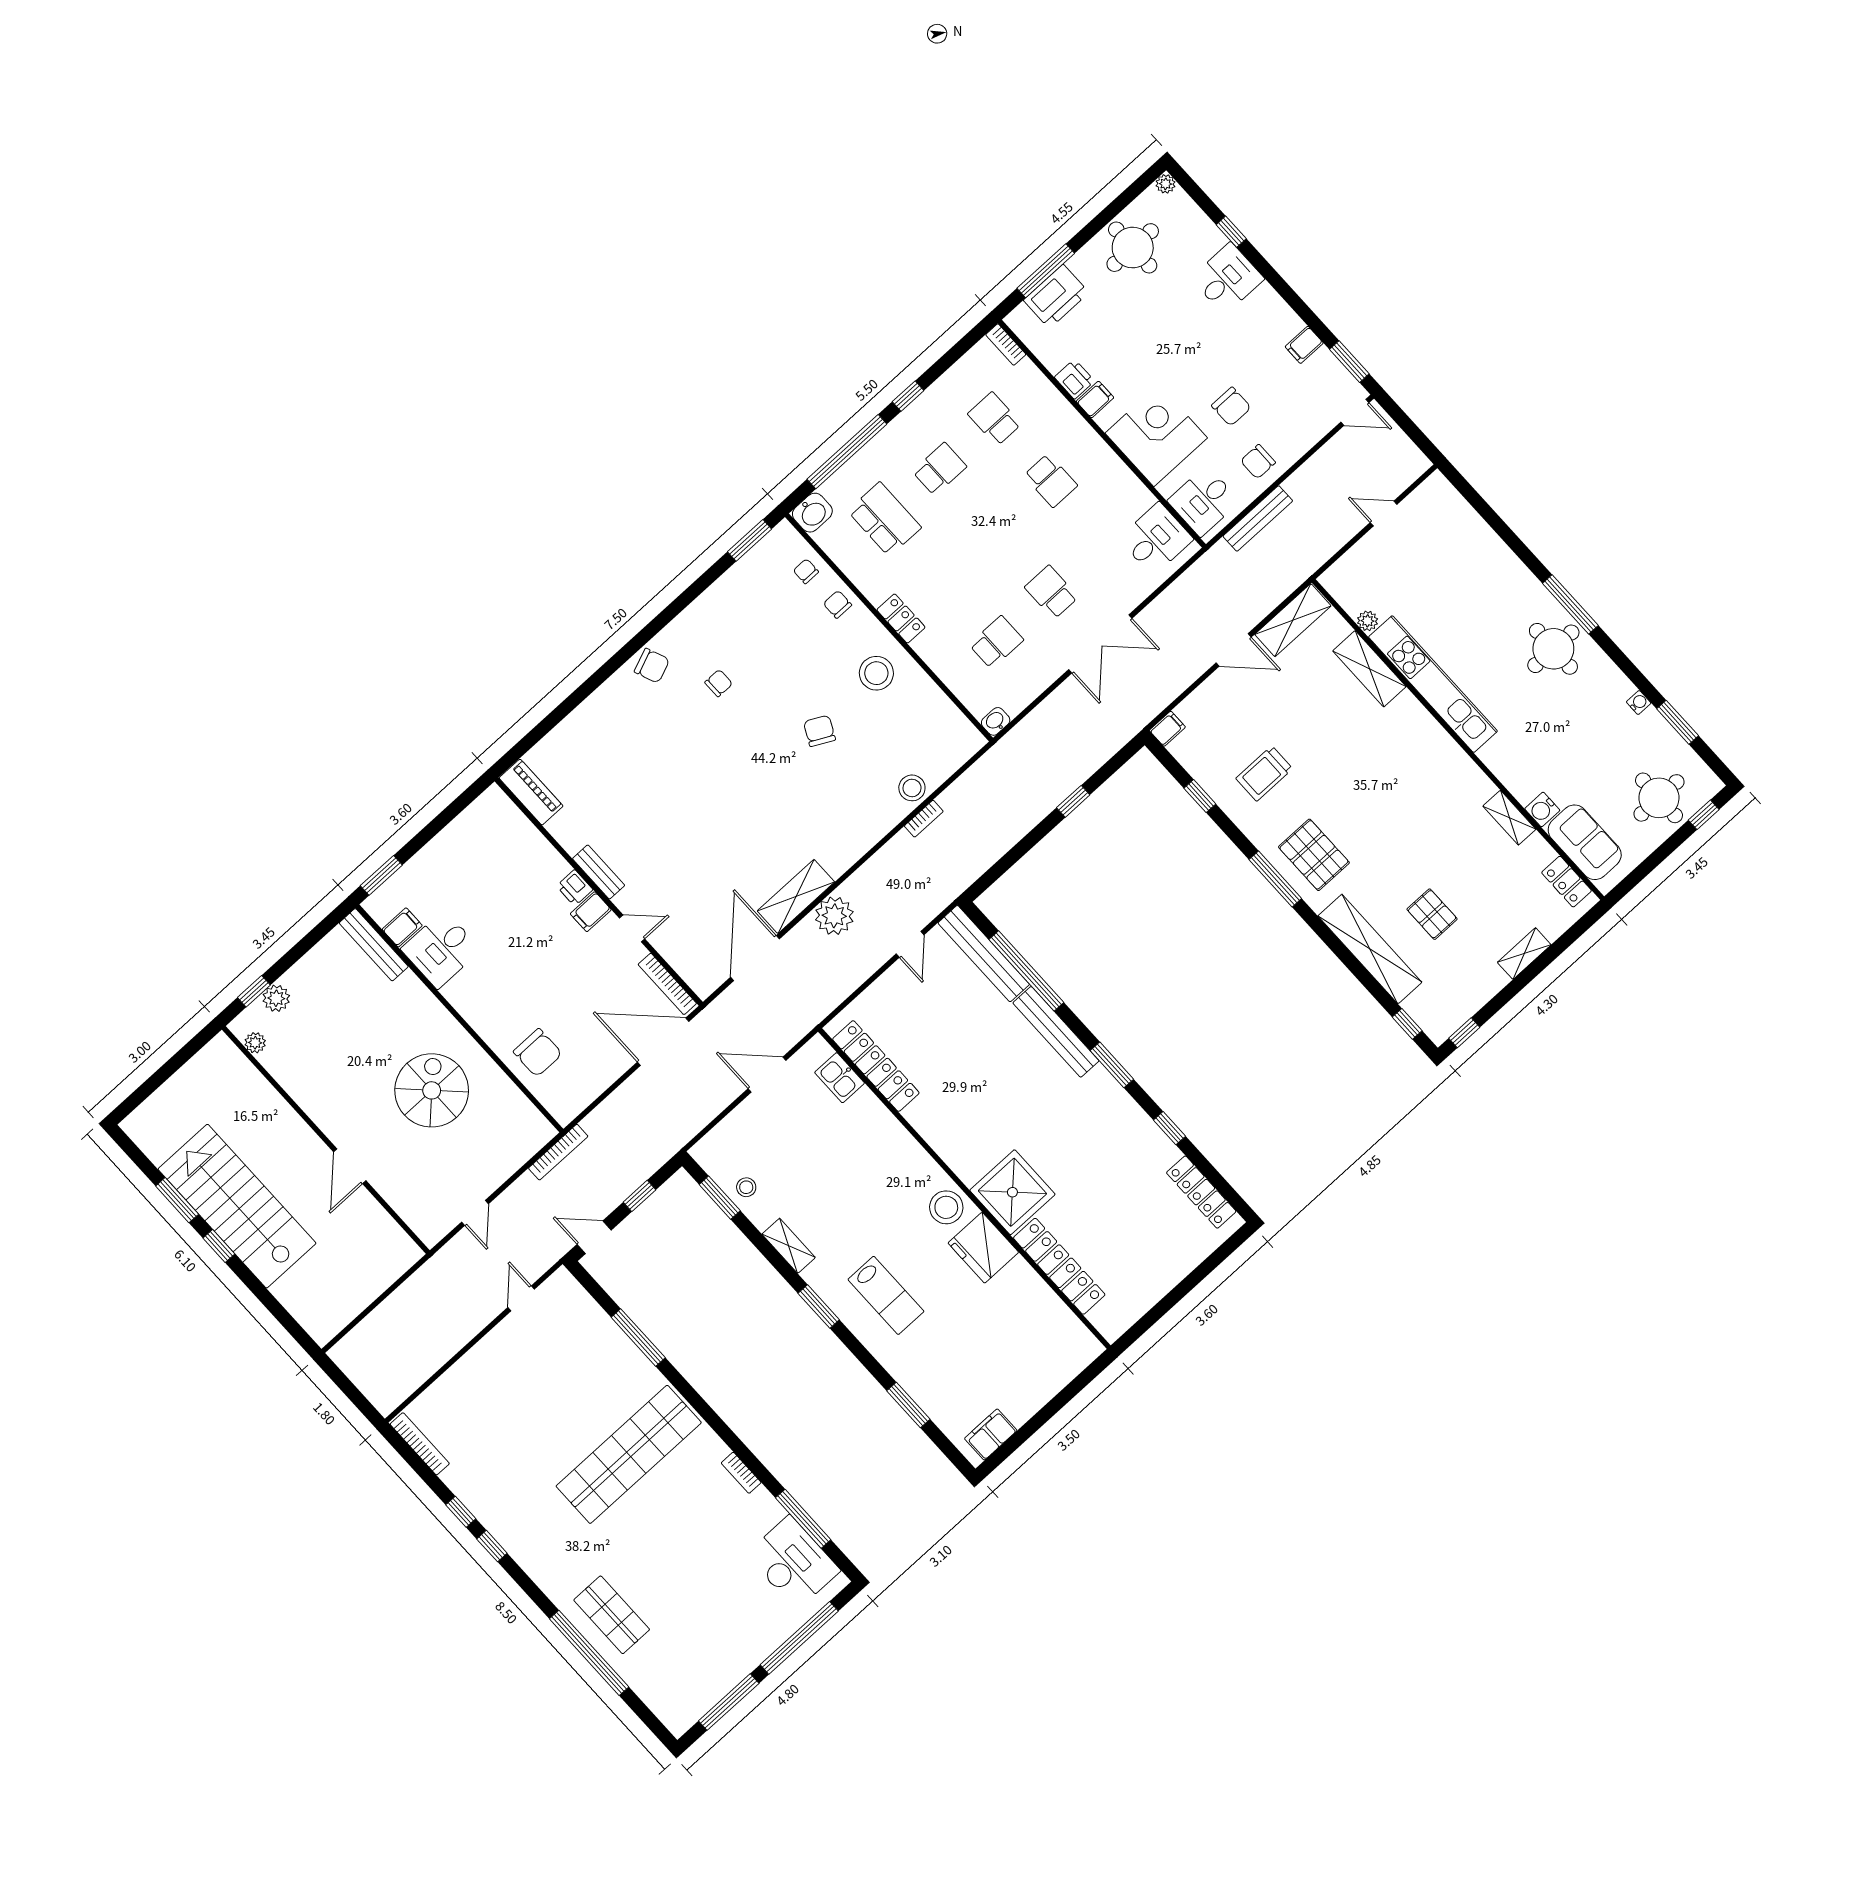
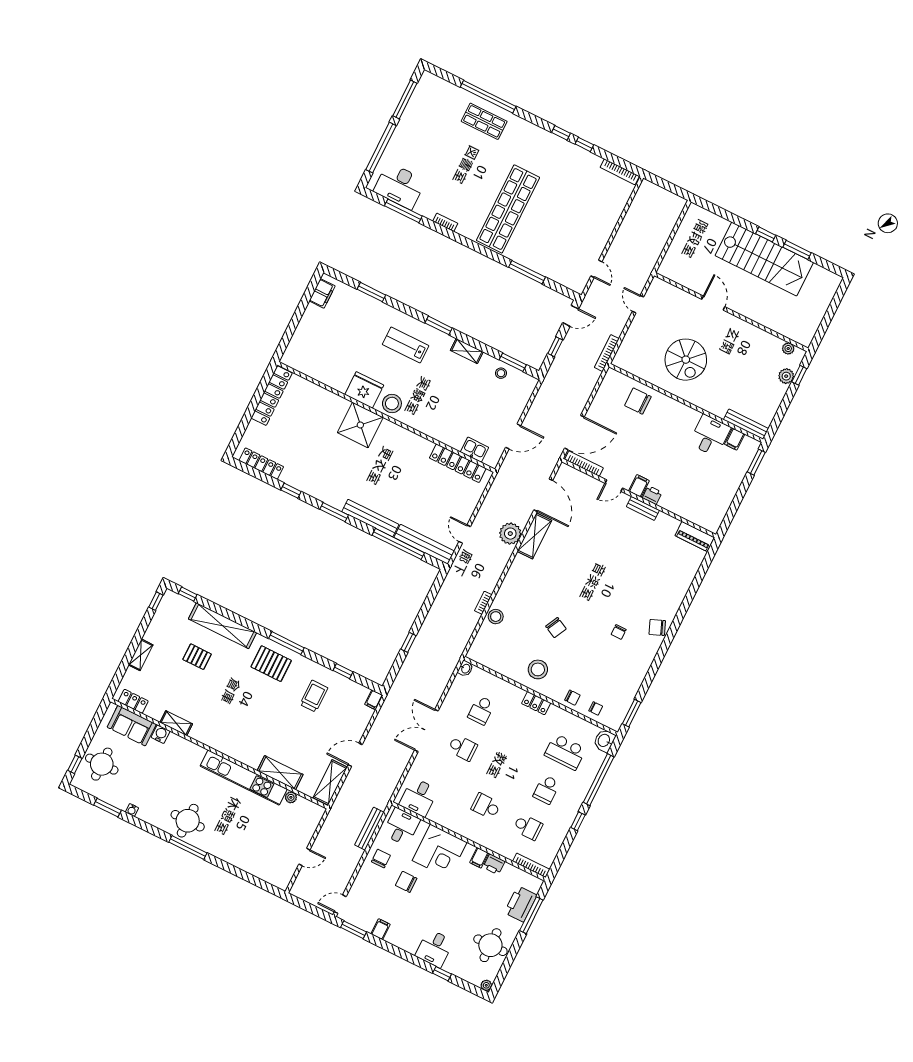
bookcase: (1006, 344) -> (531, 865), width x1.56
locker: (1059, 1266) -> (272, 396), moved, turned -90

